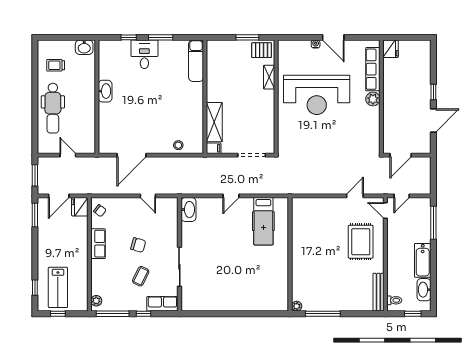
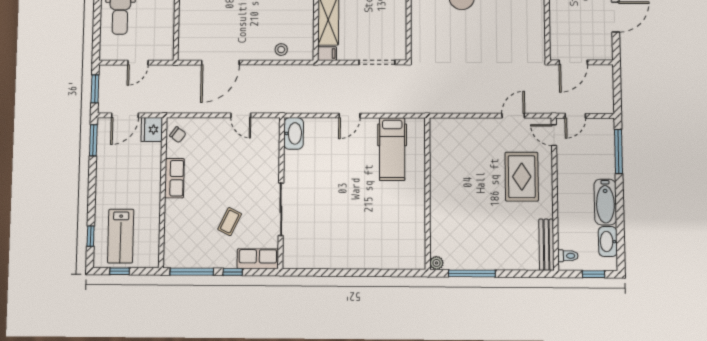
door: (68, 155) -> (138, 63), swing flipped
chair: (138, 245) -> (227, 180), removed
plant: (96, 301) -> (170, 254), removed

